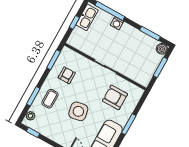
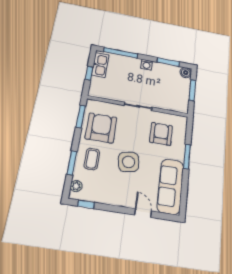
washing machine: (117, 23) -> (147, 65), moved
armchair: (67, 75) -> (101, 128), width x1.88, depth x1.88
armchair: (115, 97) -> (161, 134), turned 90

